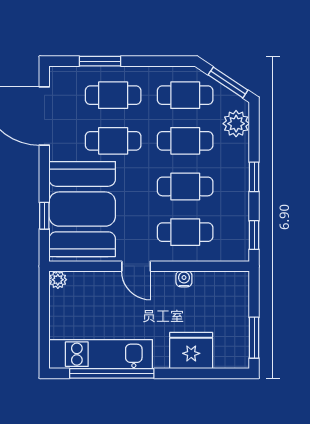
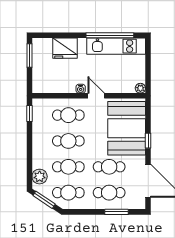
window: (254, 177) -> (29, 146), removed
window: (44, 216) -> (148, 141), moved
water cooler: (184, 279) -> (81, 89), moved

